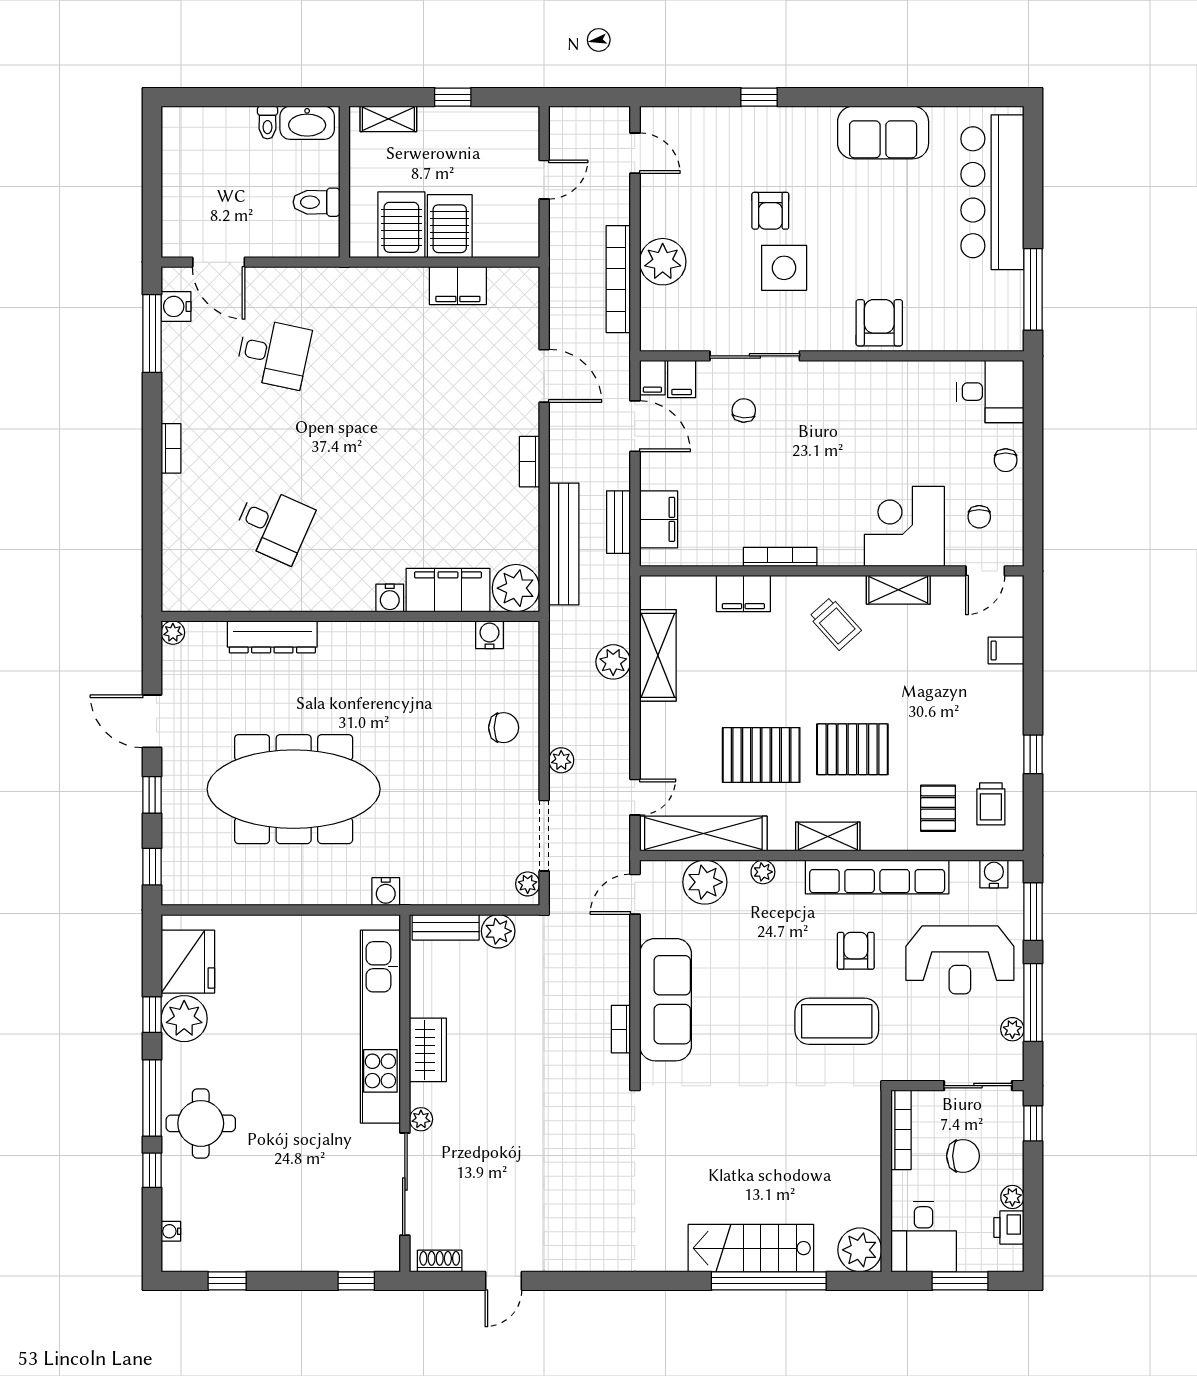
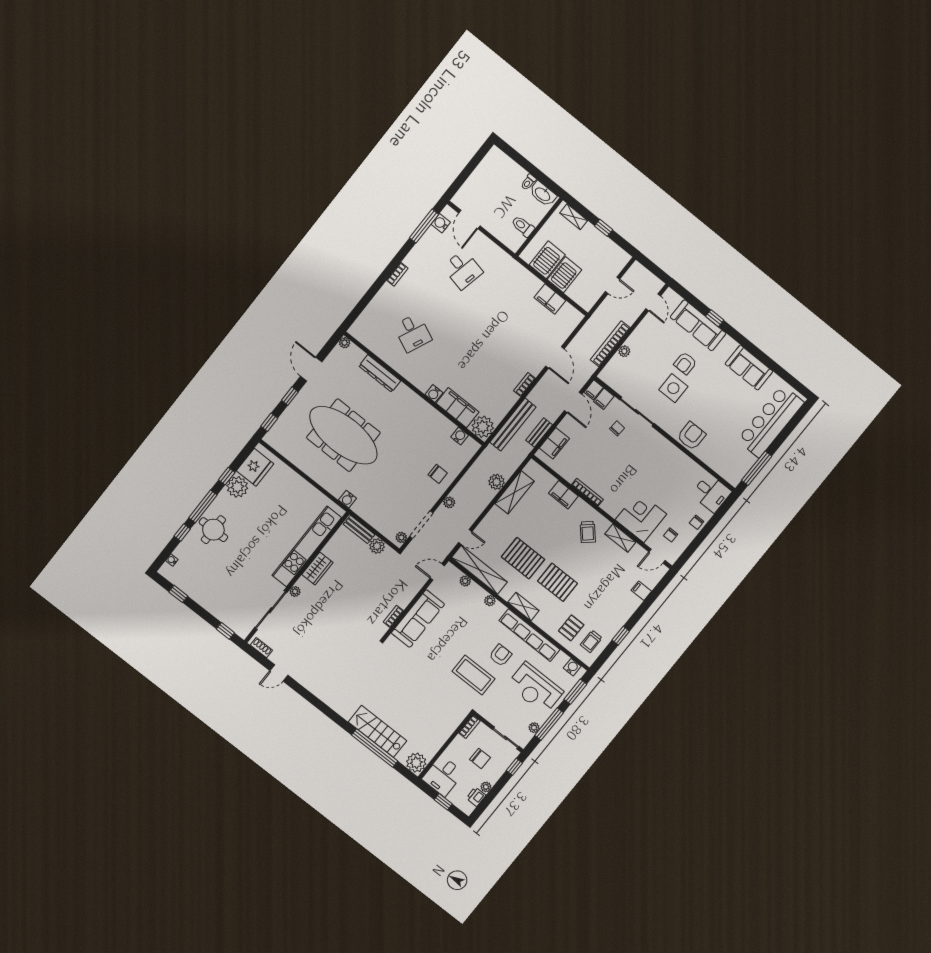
sofa: (741, 131) -> (698, 325), added
plant: (663, 262) -> (624, 351), width x0.53, depth x0.53
plant: (705, 882) -> (465, 581), width x0.53, depth x0.53
bookcase: (901, 1130) -> (469, 727), width x0.64
window: (960, 1281) -> (443, 802), width x0.67

